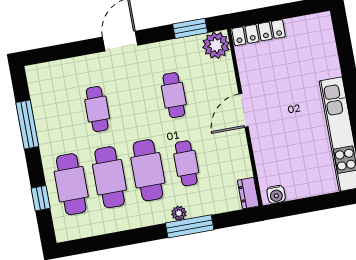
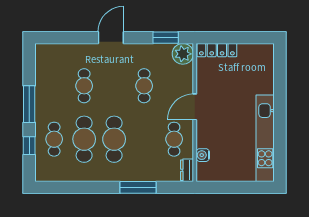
window: (27, 124) -> (29, 104), moved
cafe table: (186, 163) -> (174, 139), moved
cafe table: (71, 184) -> (54, 139), width x0.73, depth x0.74
water cooler: (276, 194) -> (203, 155), moved, turned 90
plant: (179, 213) -> (132, 176), removed

